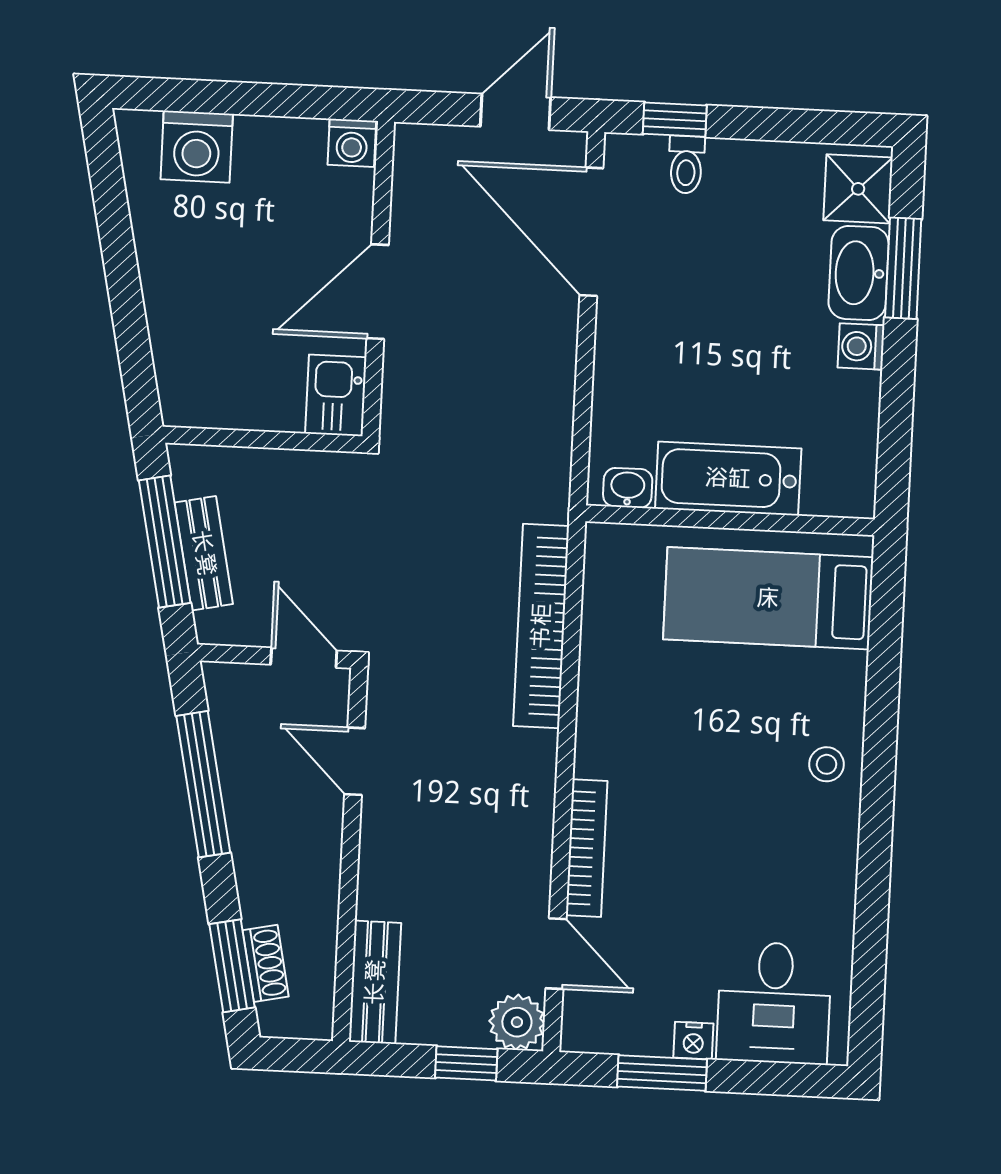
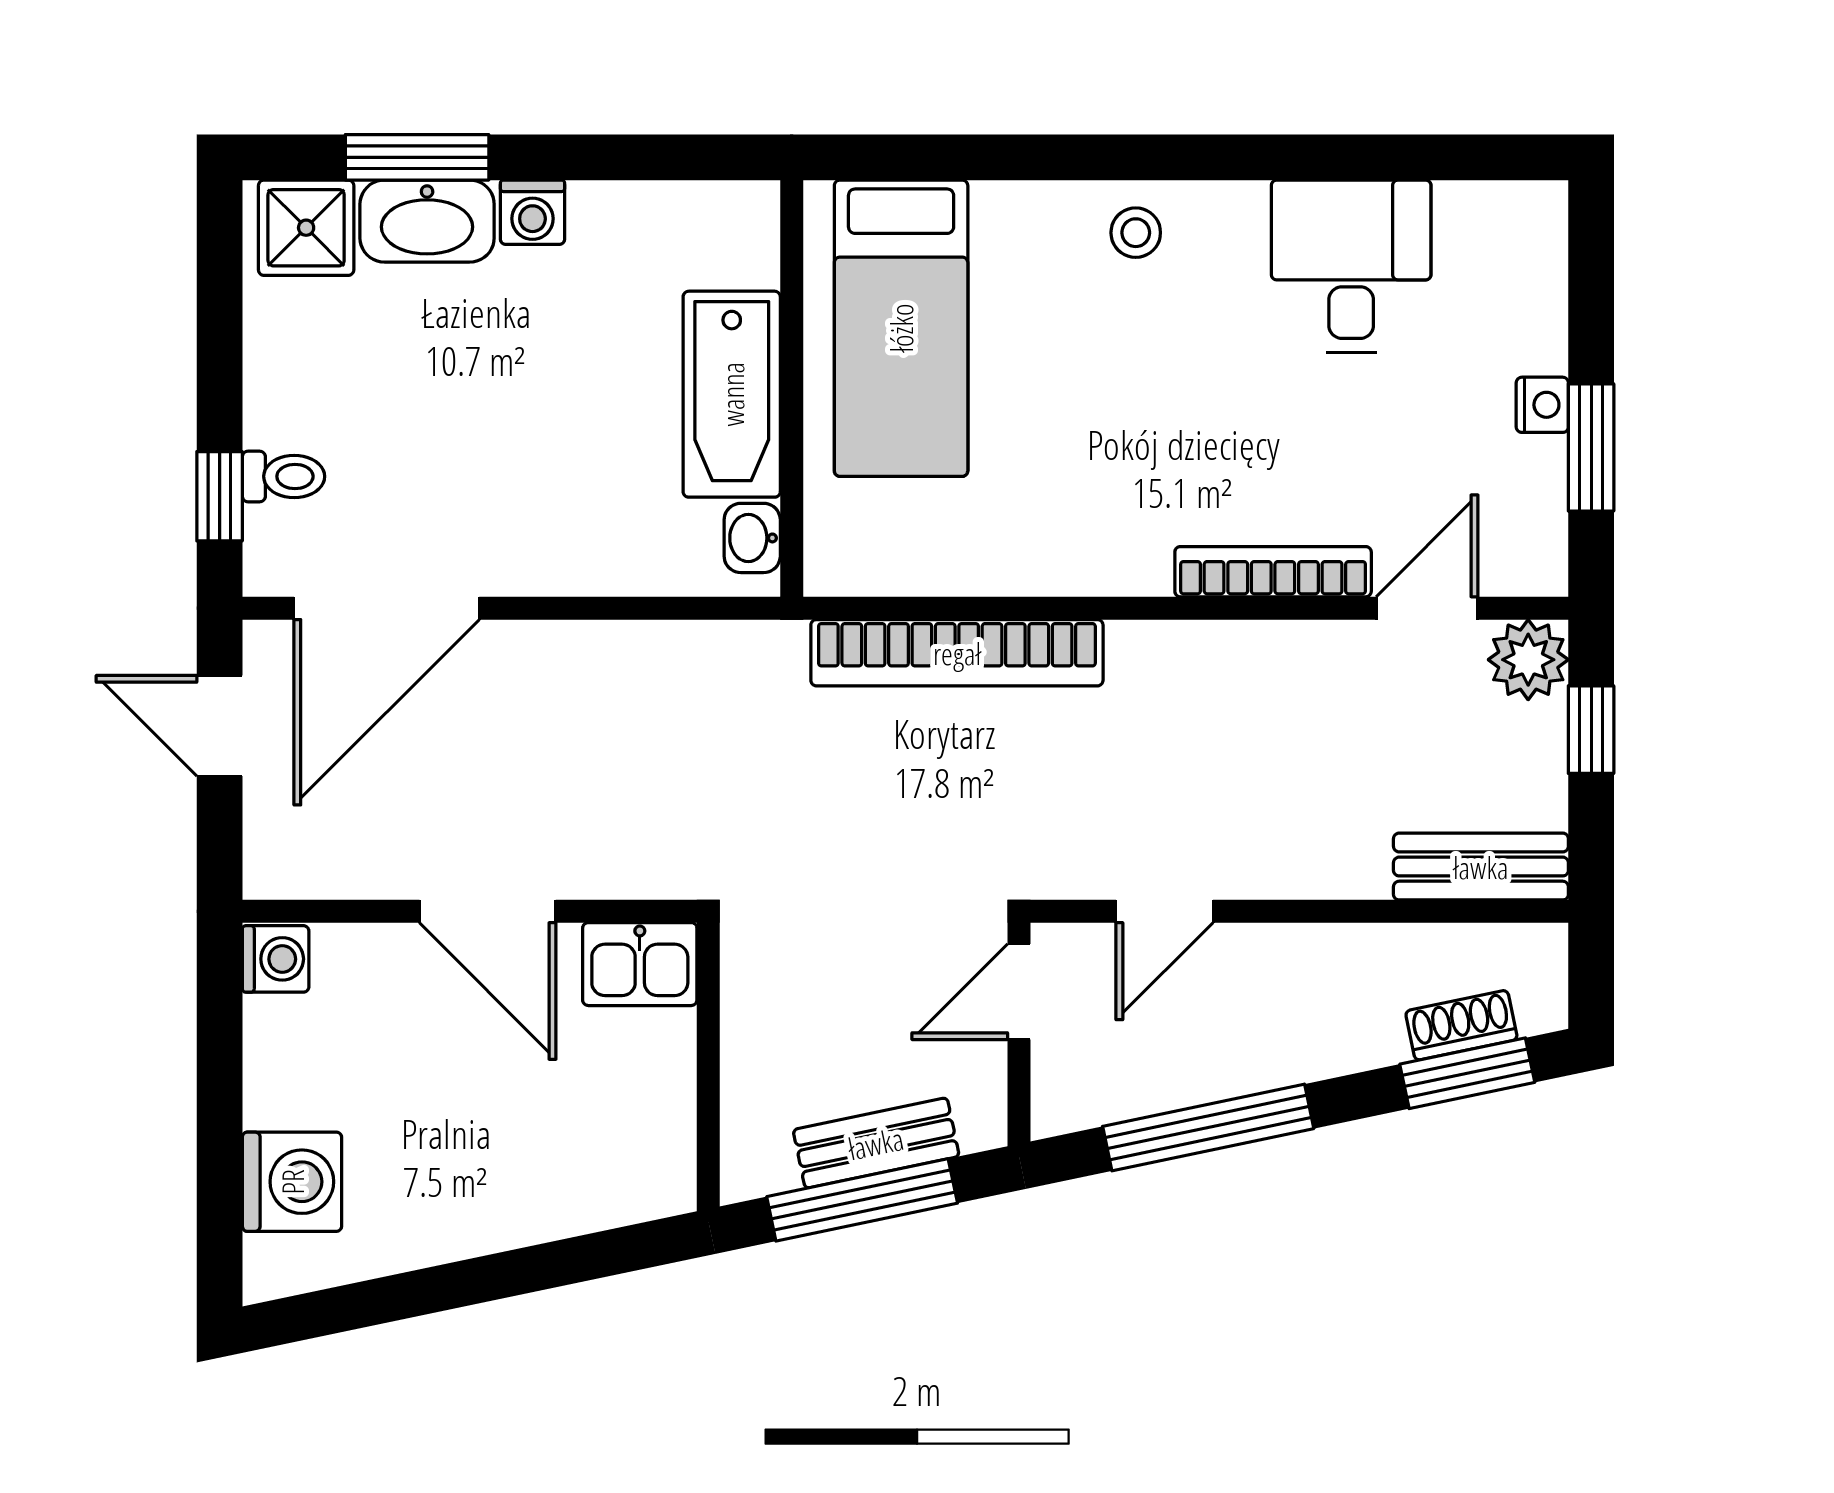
desk: (774, 1003) -> (1351, 266), moved, turned -90

